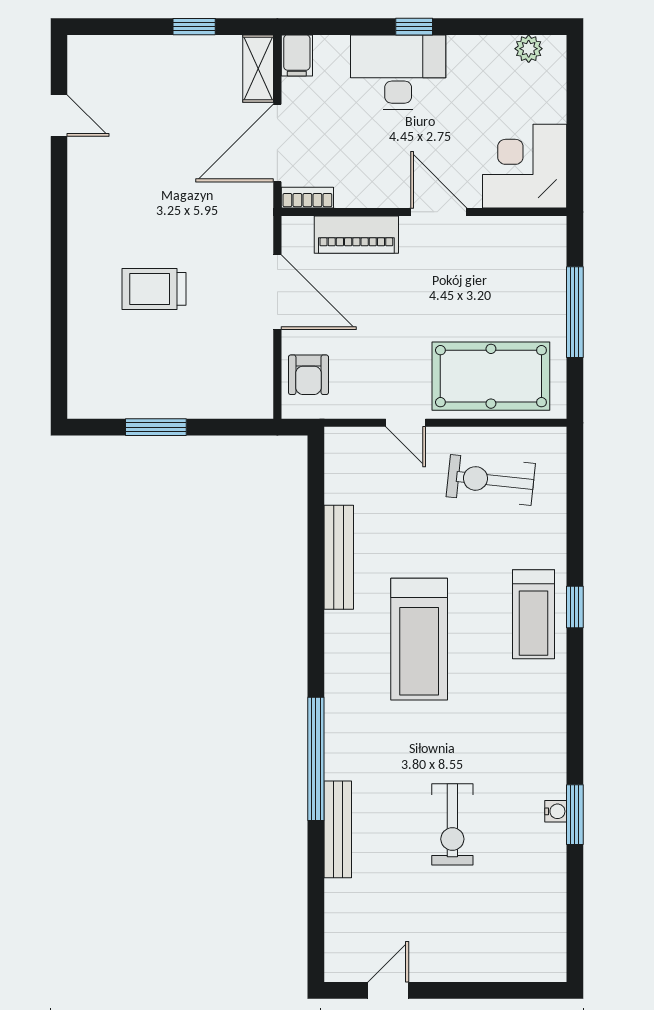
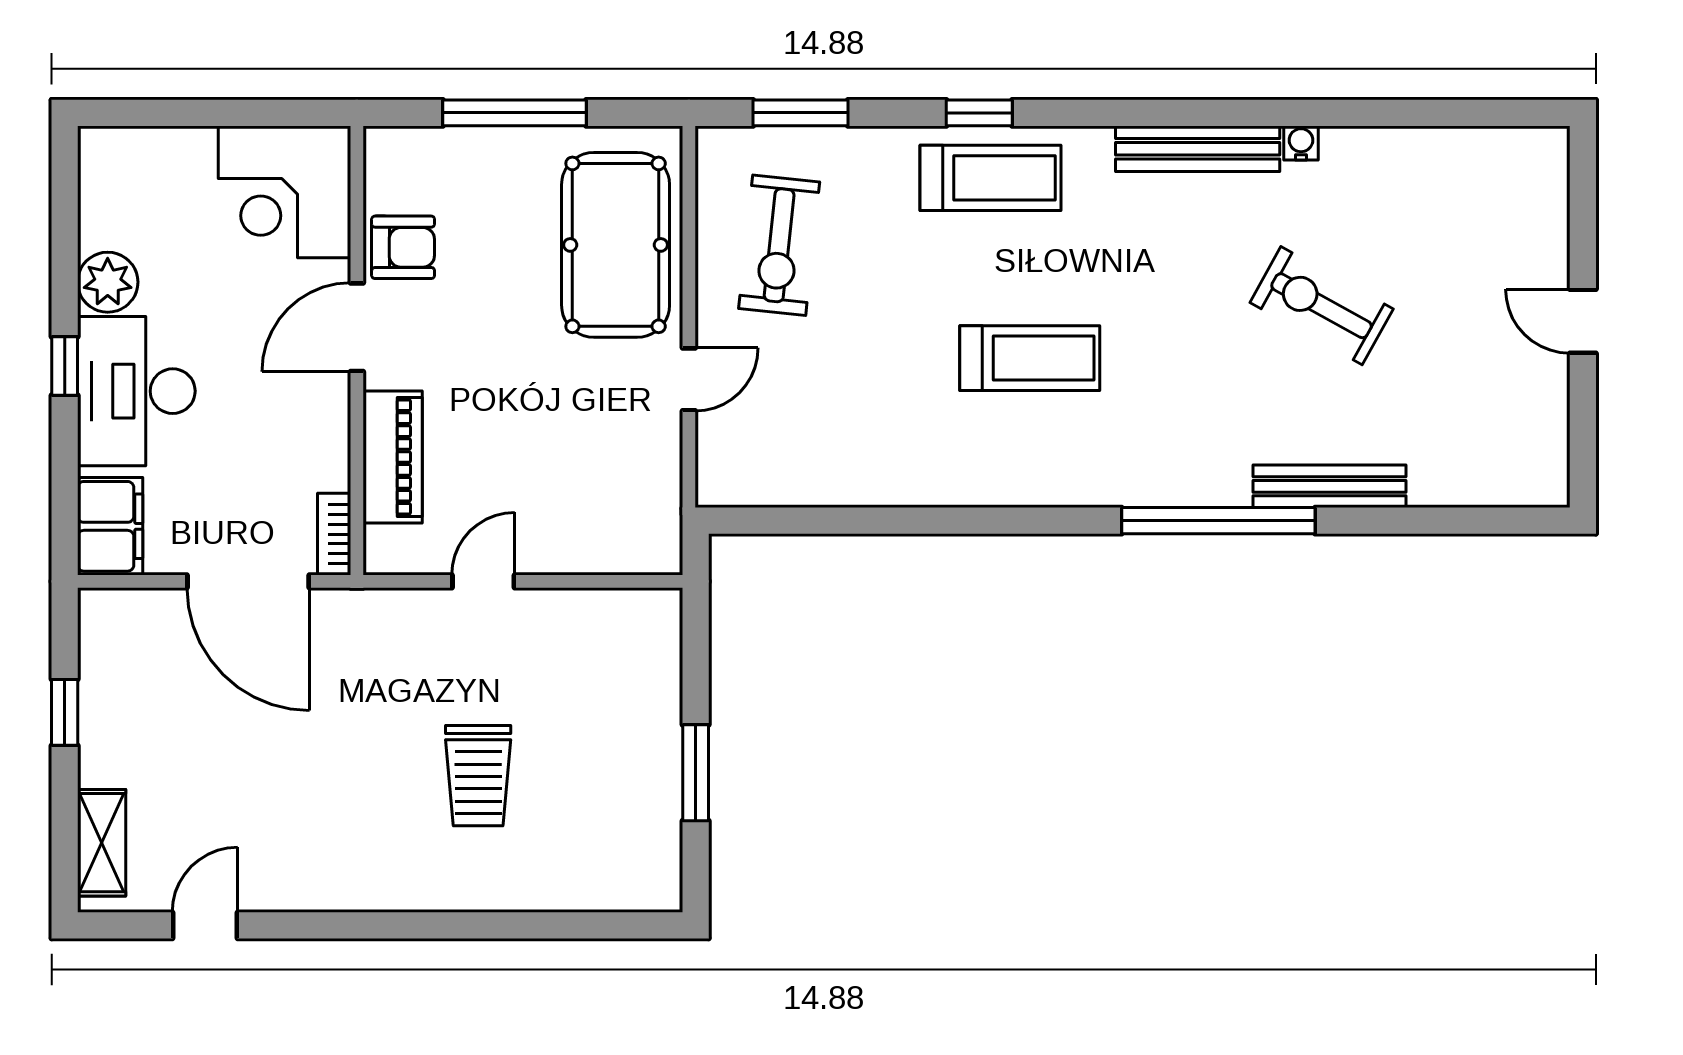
plant: (529, 49) -> (108, 282), moved, width x1.38, depth x1.38
filing cabinet: (297, 55) -> (110, 526), width x2.00
shelving: (258, 69) -> (102, 843), moved, turned 90
door: (277, 292) -> (483, 581), width x0.53
armchair: (308, 375) -> (403, 247), moved
bench: (339, 557) -> (1198, 149), moved
treadmill: (419, 639) -> (1030, 358), width x0.73, depth x0.73
window: (575, 815) -> (800, 113), moved
exercise bike: (452, 824) -> (1322, 306), turned -151
door: (388, 990) -> (1583, 321), moved

